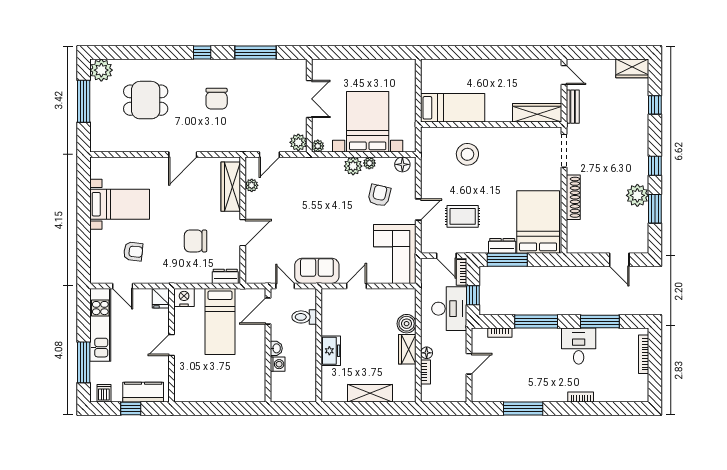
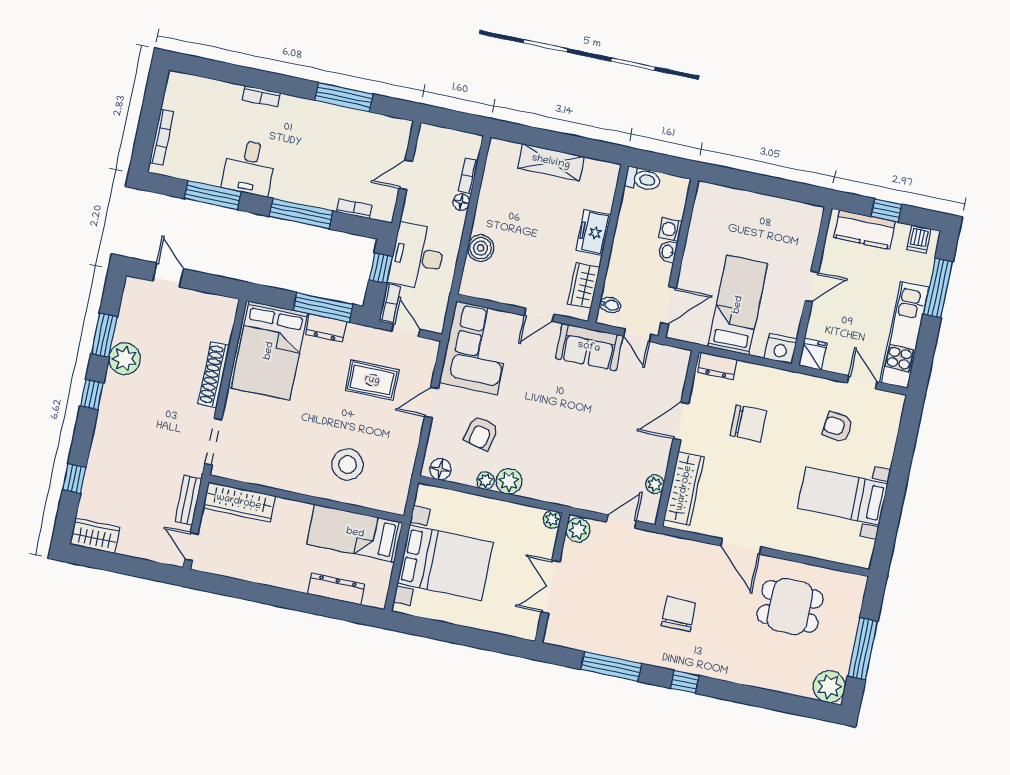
dresser: (457, 66) -> (336, 589), added
dining table: (146, 100) -> (790, 606), moved
bed with nightstands: (368, 122) -> (445, 563), moved, turned -90
door: (183, 155) -> (741, 546), swing flipped
bidet: (309, 303) -> (610, 305), added
toilet: (304, 317) -> (643, 179), moved
wardrobe: (407, 349) -> (584, 285), moved, turned 180

